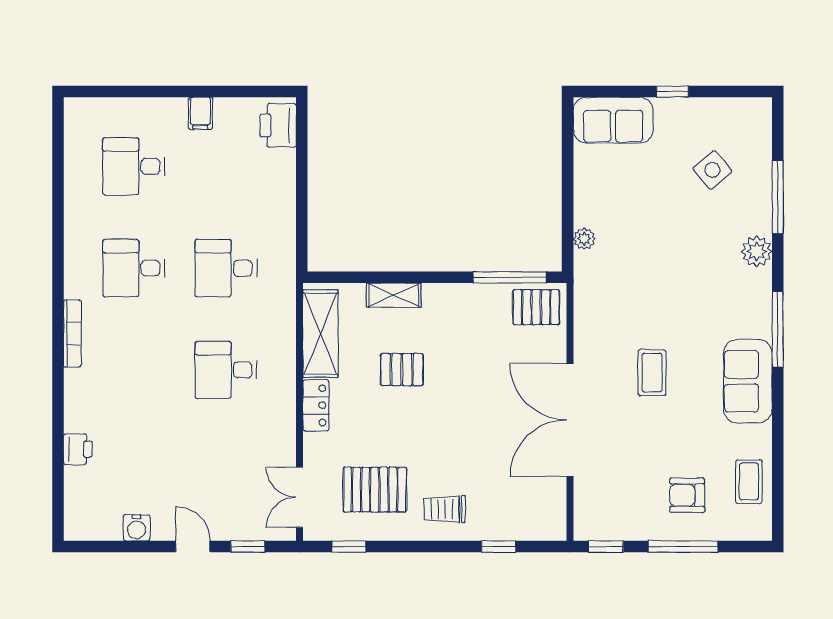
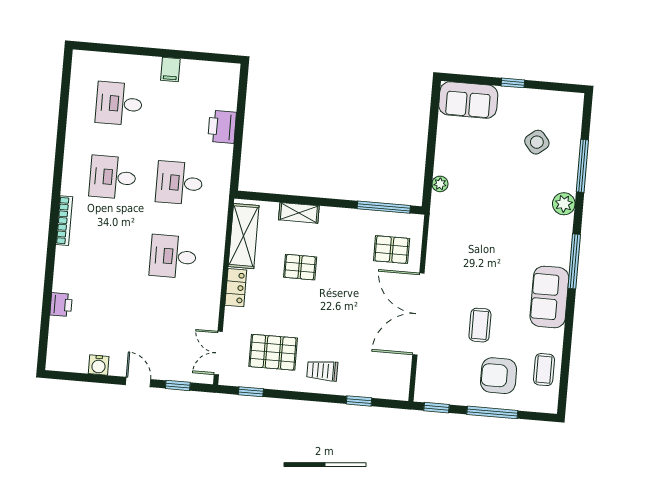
printer: (278, 125) -> (222, 127), moved
pallet: (536, 307) -> (392, 250), moved
coffee table: (652, 373) -> (480, 325), moved
armchair: (687, 495) -> (499, 376), width x1.38, depth x1.38

